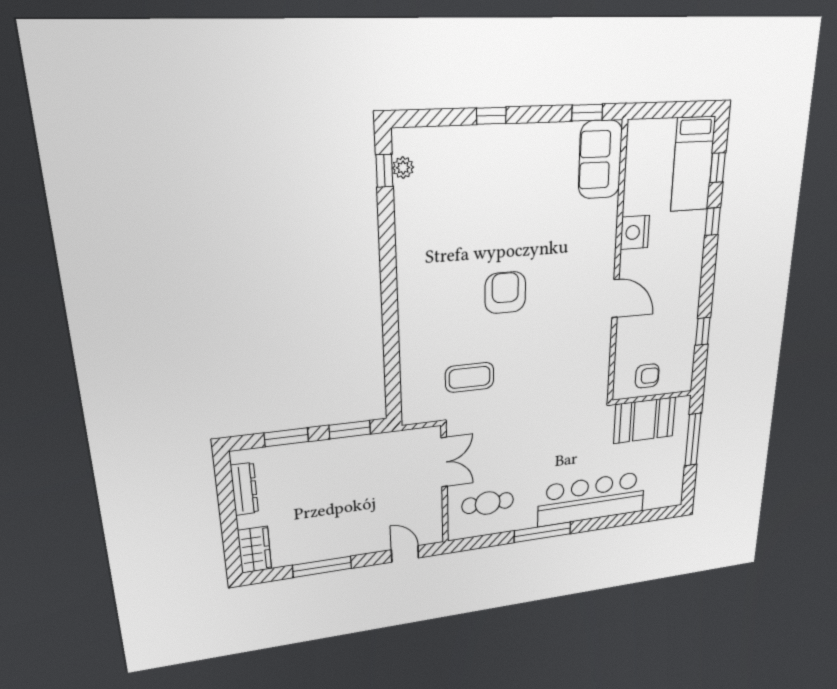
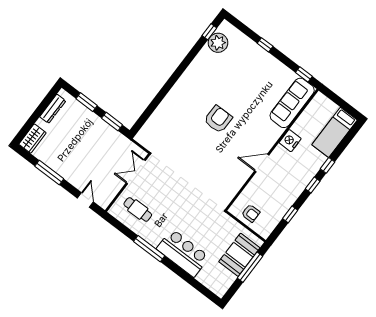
sofa: (600, 160) -> (292, 103), width x1.36
plant: (403, 168) -> (218, 43), width x1.87, depth x1.87
window: (718, 168) -> (313, 185), moved
door: (616, 298) -> (262, 163), swing flipped
coffee table: (470, 377) -> (176, 143), removed
booth: (645, 420) -> (239, 255), moved, turned 90
double door: (444, 462) -> (136, 172), swing flipped
bar counter: (591, 499) -> (183, 253), width x0.73

